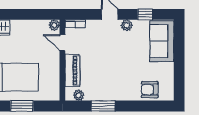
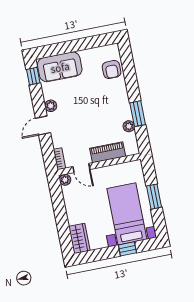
window: (145, 14) -> (33, 76), moved
door: (62, 43) -> (81, 168), hinge flipped
plant: (79, 95) -> (129, 126), moved

